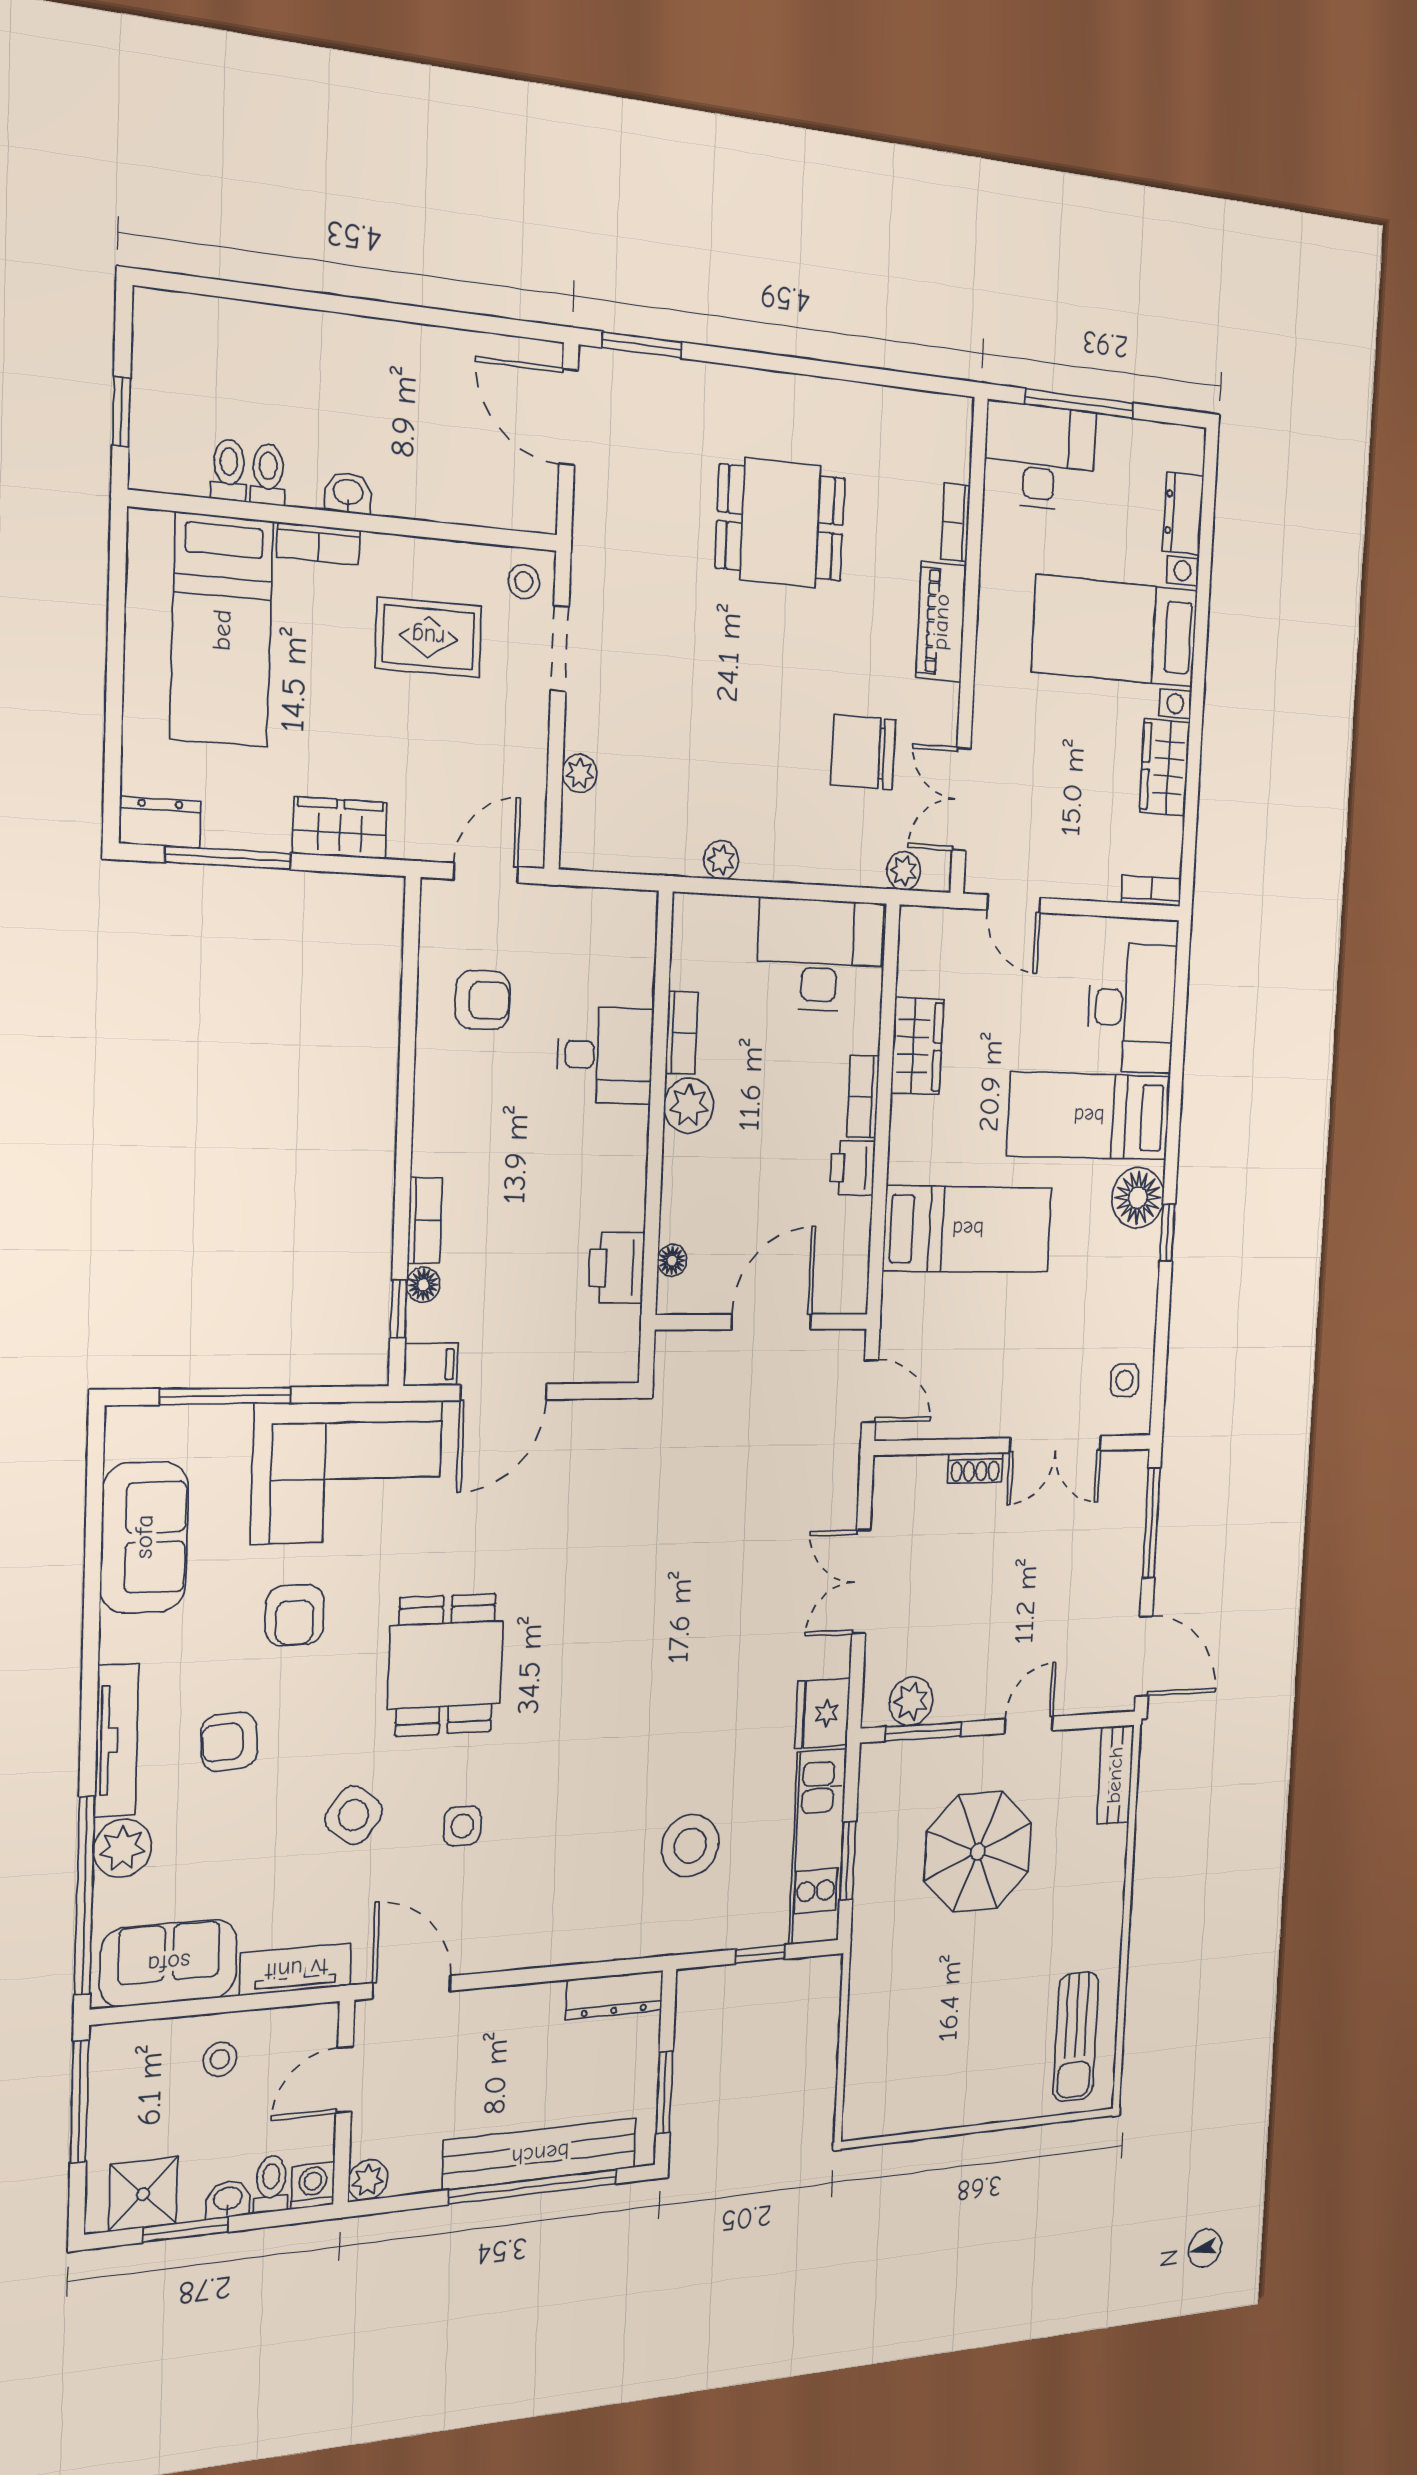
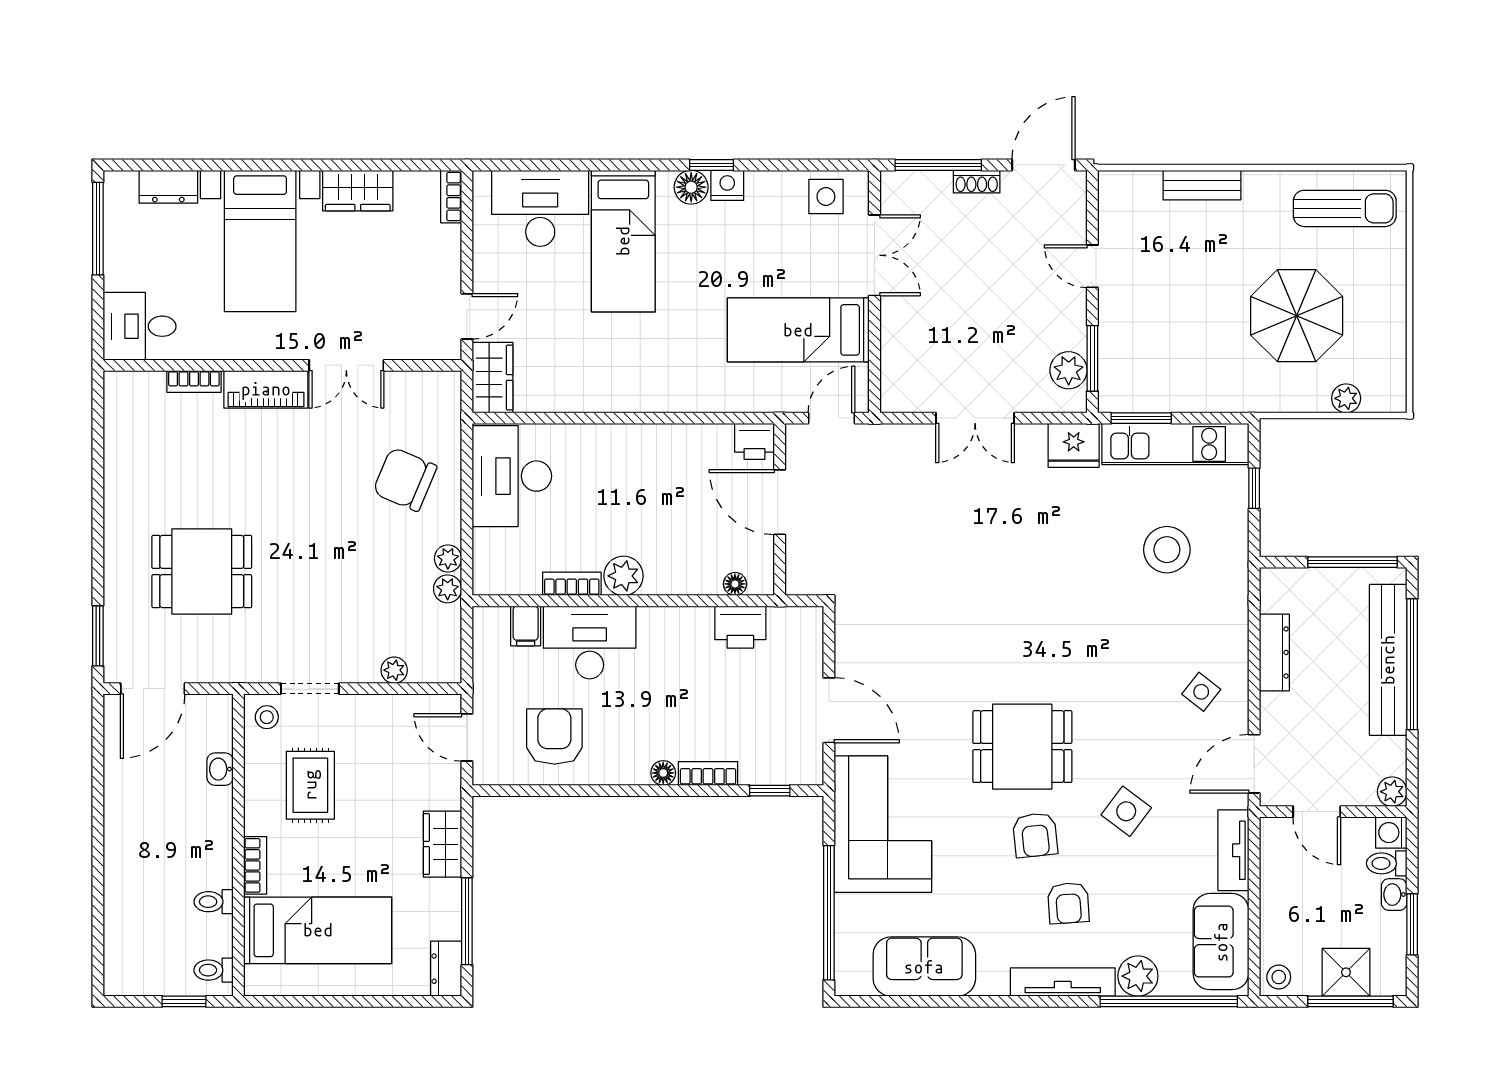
window: (1079, 403) -> (98, 229), moved
desk: (1040, 456) -> (140, 326), width x0.73
toilet: (229, 470) -> (214, 970), moved
washbasin: (348, 493) -> (220, 769), moved
dining table: (780, 523) -> (202, 572), moved, turned 90
chair: (863, 752) -> (405, 479), moved, turned 113
double door: (961, 799) -> (346, 365), moved
plant: (904, 871) -> (448, 589), moved
armchair: (483, 1000) -> (554, 737), width x1.38, depth x1.38
wardrobe: (917, 1046) -> (493, 378), moved, turned 90
desk: (605, 1055) -> (590, 642), width x1.37
bookcase: (863, 1096) -> (613, 435), removed
printer: (853, 1168) -> (754, 441), moved
floor lamp: (1138, 1198) -> (691, 187), width x0.73, depth x0.73
bed: (968, 1229) -> (798, 330), moved, turned -90
nightstand: (1144, 1253) -> (727, 185), added
floor lamp: (423, 1285) -> (663, 773), moved
filing cabinet: (431, 1364) -> (526, 626), moved, turned 180
side table: (1125, 1380) -> (826, 197), width x1.37, depth x1.37
window: (225, 1396) -> (829, 913), width x1.46
shoe rack: (975, 1468) -> (977, 182), moved, turned 90
armchair: (295, 1615) -> (1035, 835), moved, turned 84
bench: (1115, 1775) -> (1202, 185), moved
side table: (462, 1826) -> (1201, 692), moved, turned 38
parasol: (978, 1852) -> (1297, 316), moved
window: (848, 1861) -> (1141, 418), moved
dresser: (615, 1995) -> (1274, 652), moved
stool: (220, 2059) -> (1279, 977), moved
plant: (861, 2062) -> (1346, 398), added
window: (664, 2093) -> (1352, 562), width x1.44
window: (79, 2101) -> (1351, 1001), moved
shower: (143, 2194) -> (1346, 972), moved

